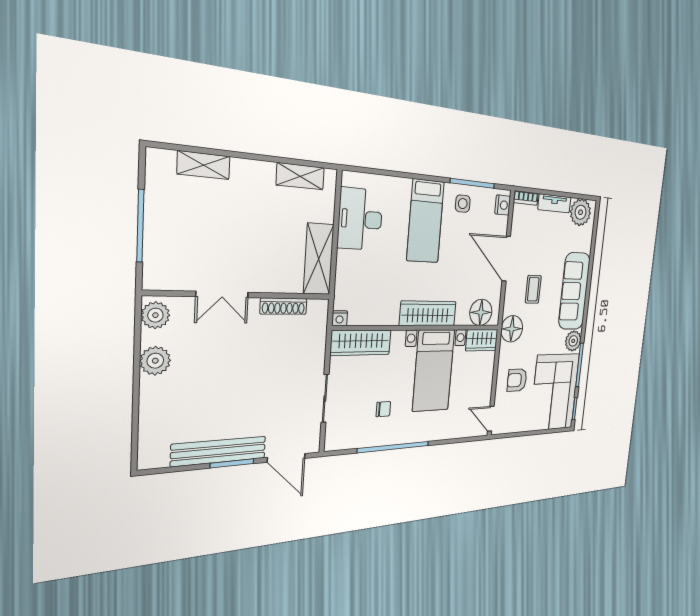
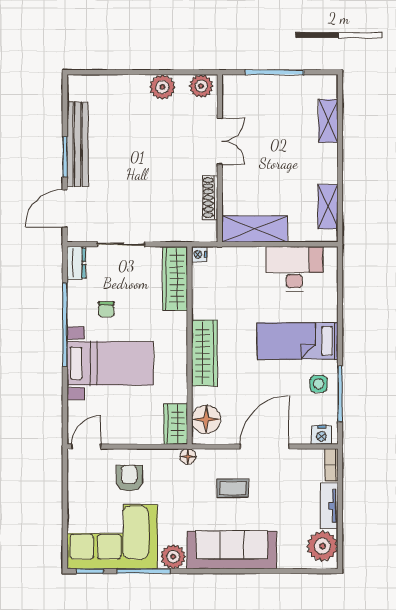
double door: (222, 295) -> (220, 141), swing flipped
floor lamp: (512, 329) -> (188, 456), width x0.53, depth x0.53
bed with nightstands: (434, 370) -> (110, 363), moved, turned 180
dresser: (340, 441) -> (76, 263), added

